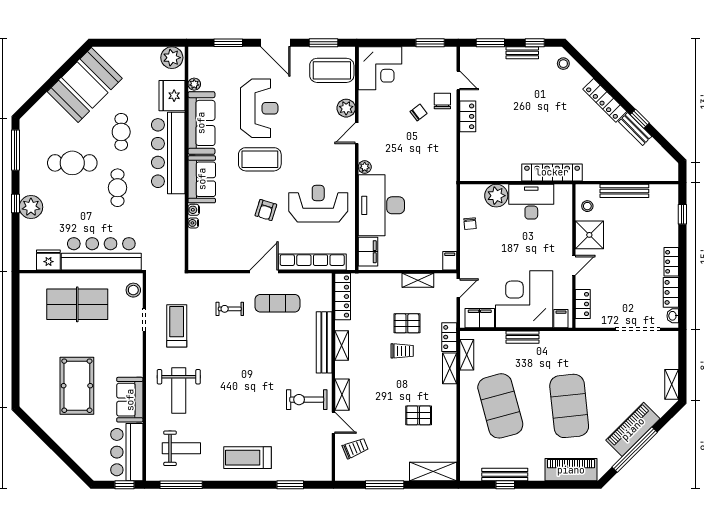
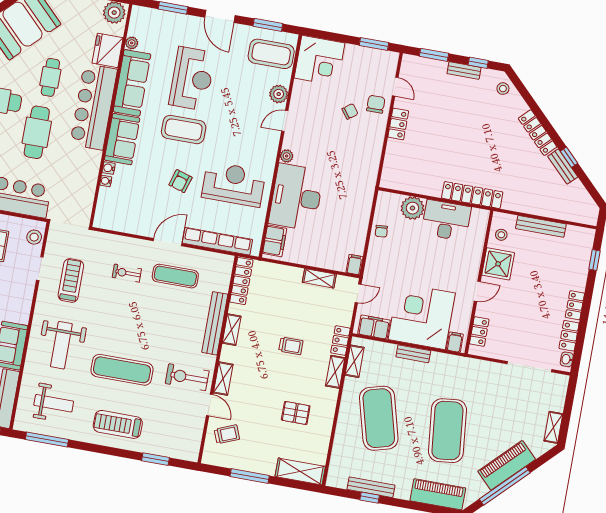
cafe table: (118, 188) -> (37, 132), width x1.37, depth x1.35
pallet: (407, 323) -> (301, 319), removed
exercise mat: (242, 404) -> (122, 370), added

